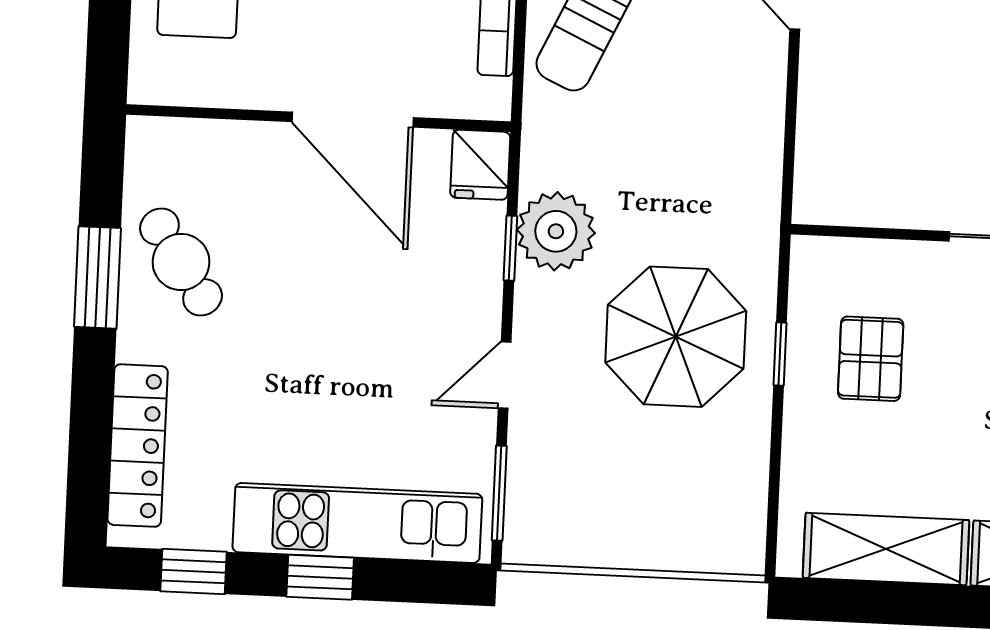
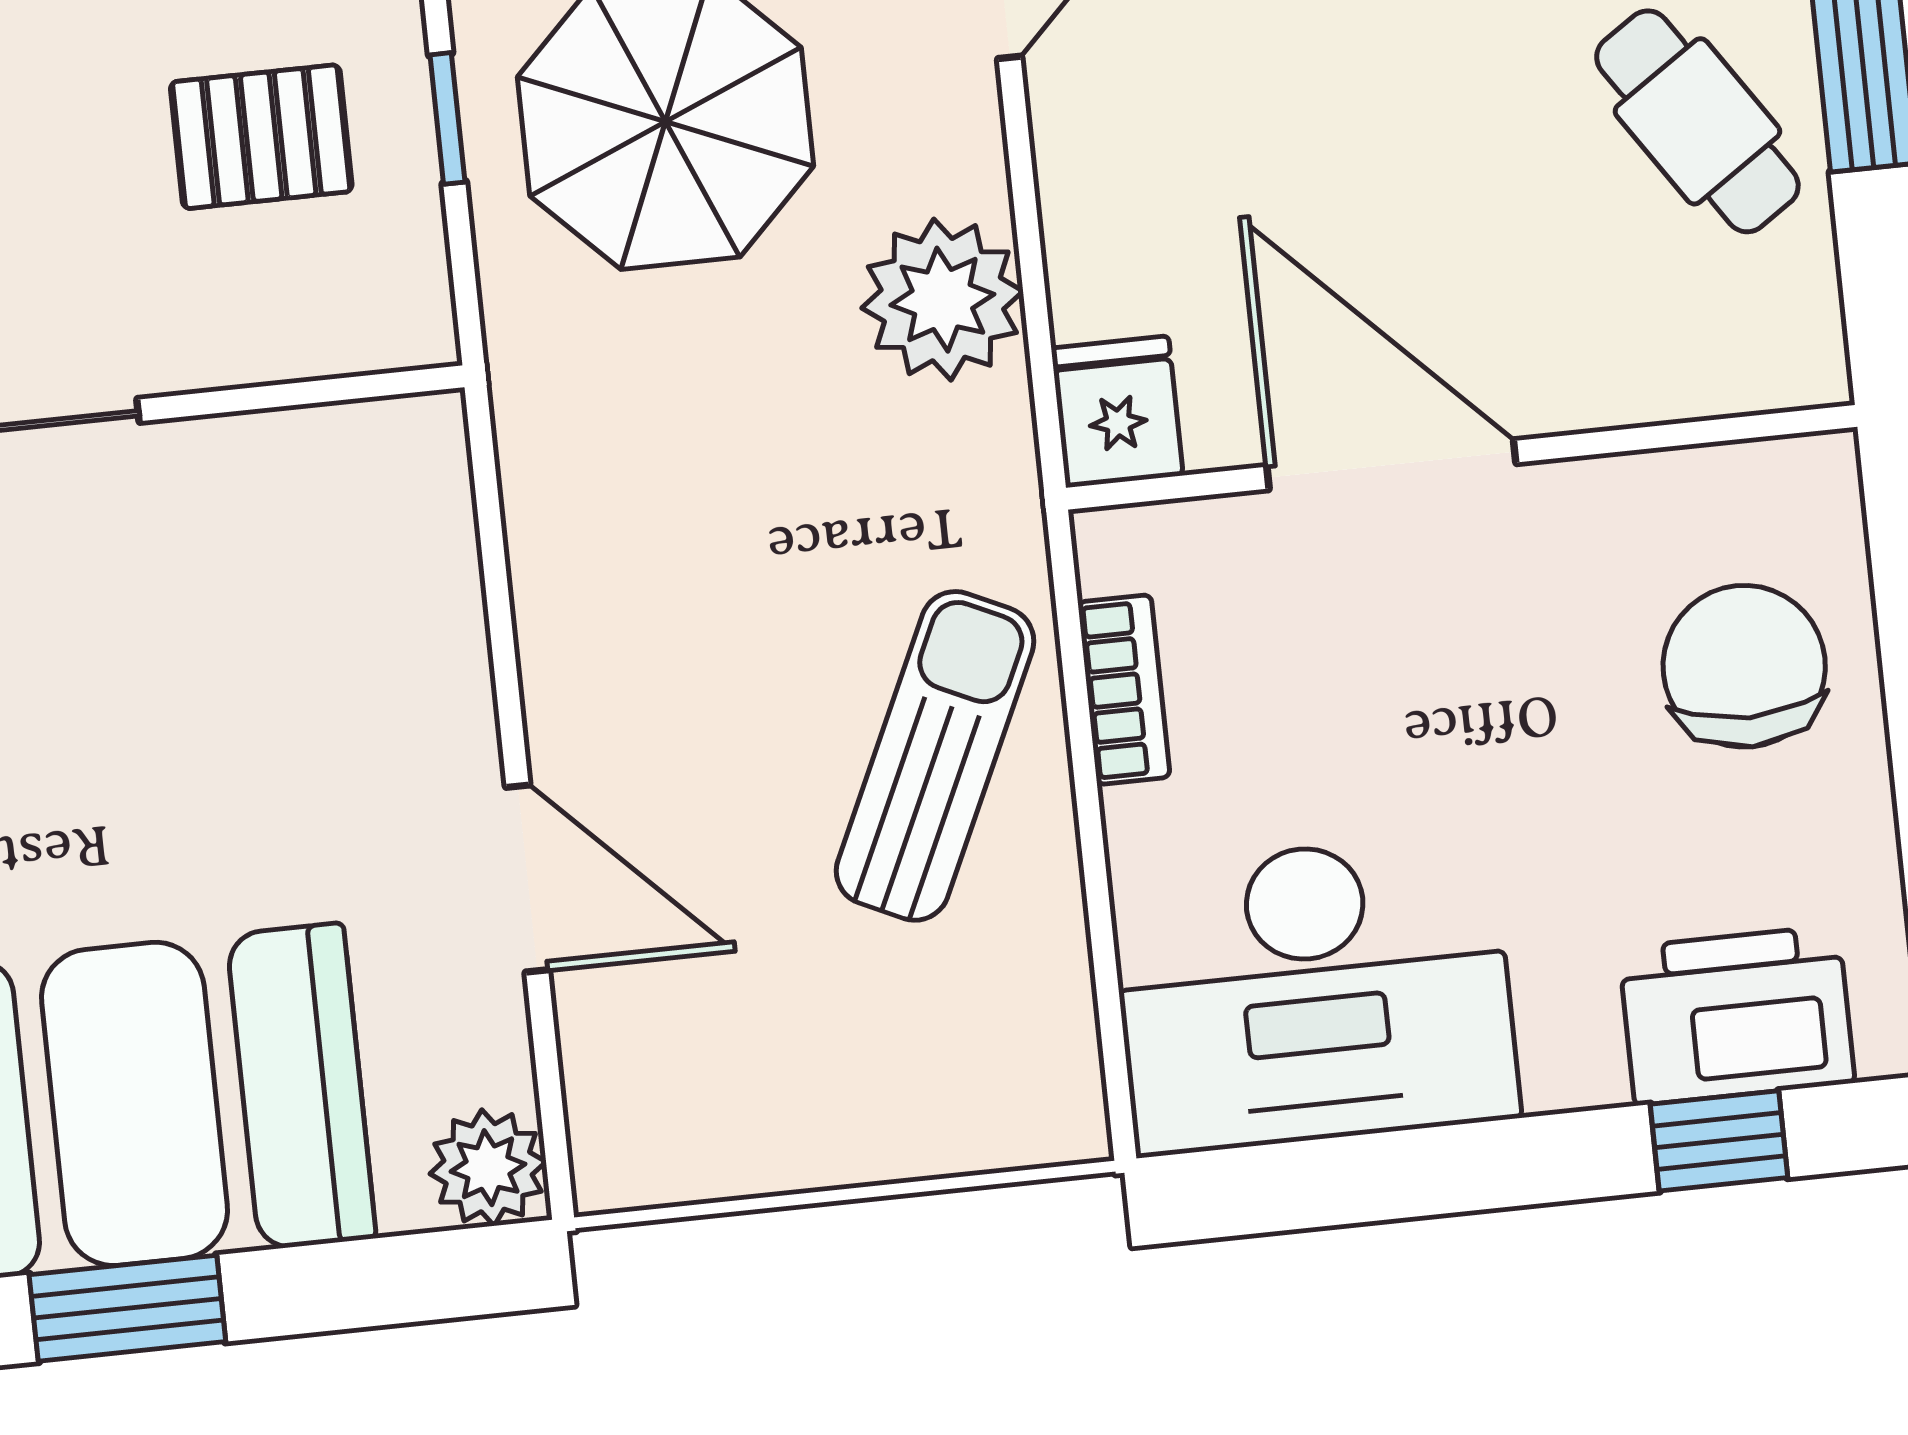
window: (510, 248) -> (1030, 251), removed
pallet: (871, 359) -> (261, 137), turned 90

